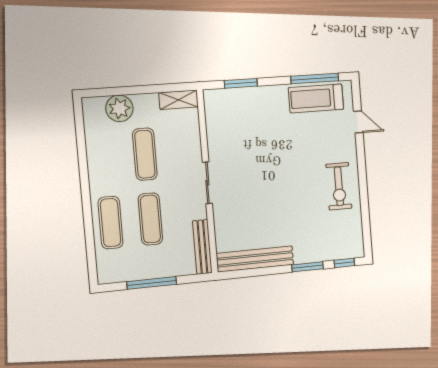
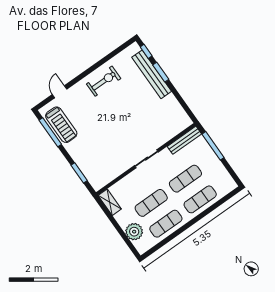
exercise mat: (105, 157) -> (166, 224), added
bench: (255, 259) -> (152, 74), moved
window: (152, 283) -> (213, 146), moved

